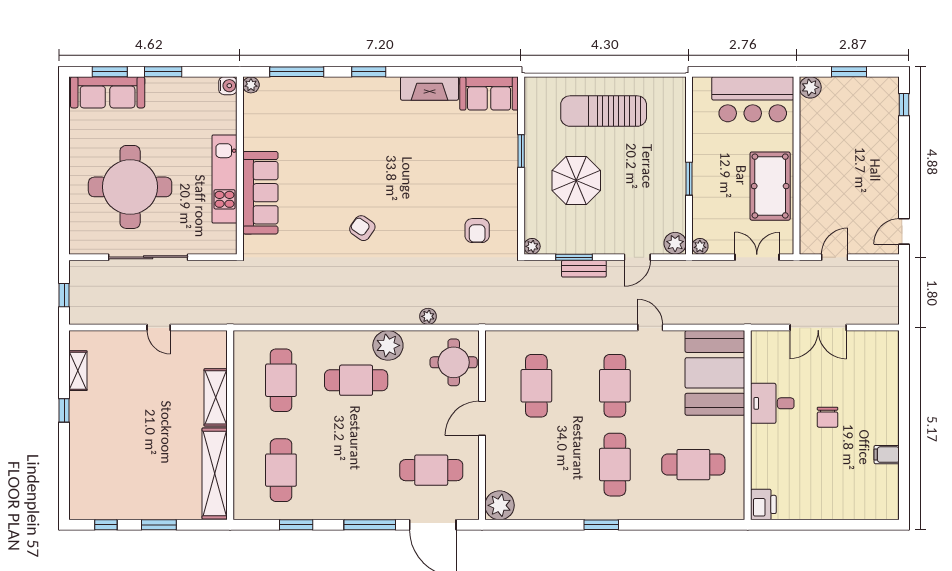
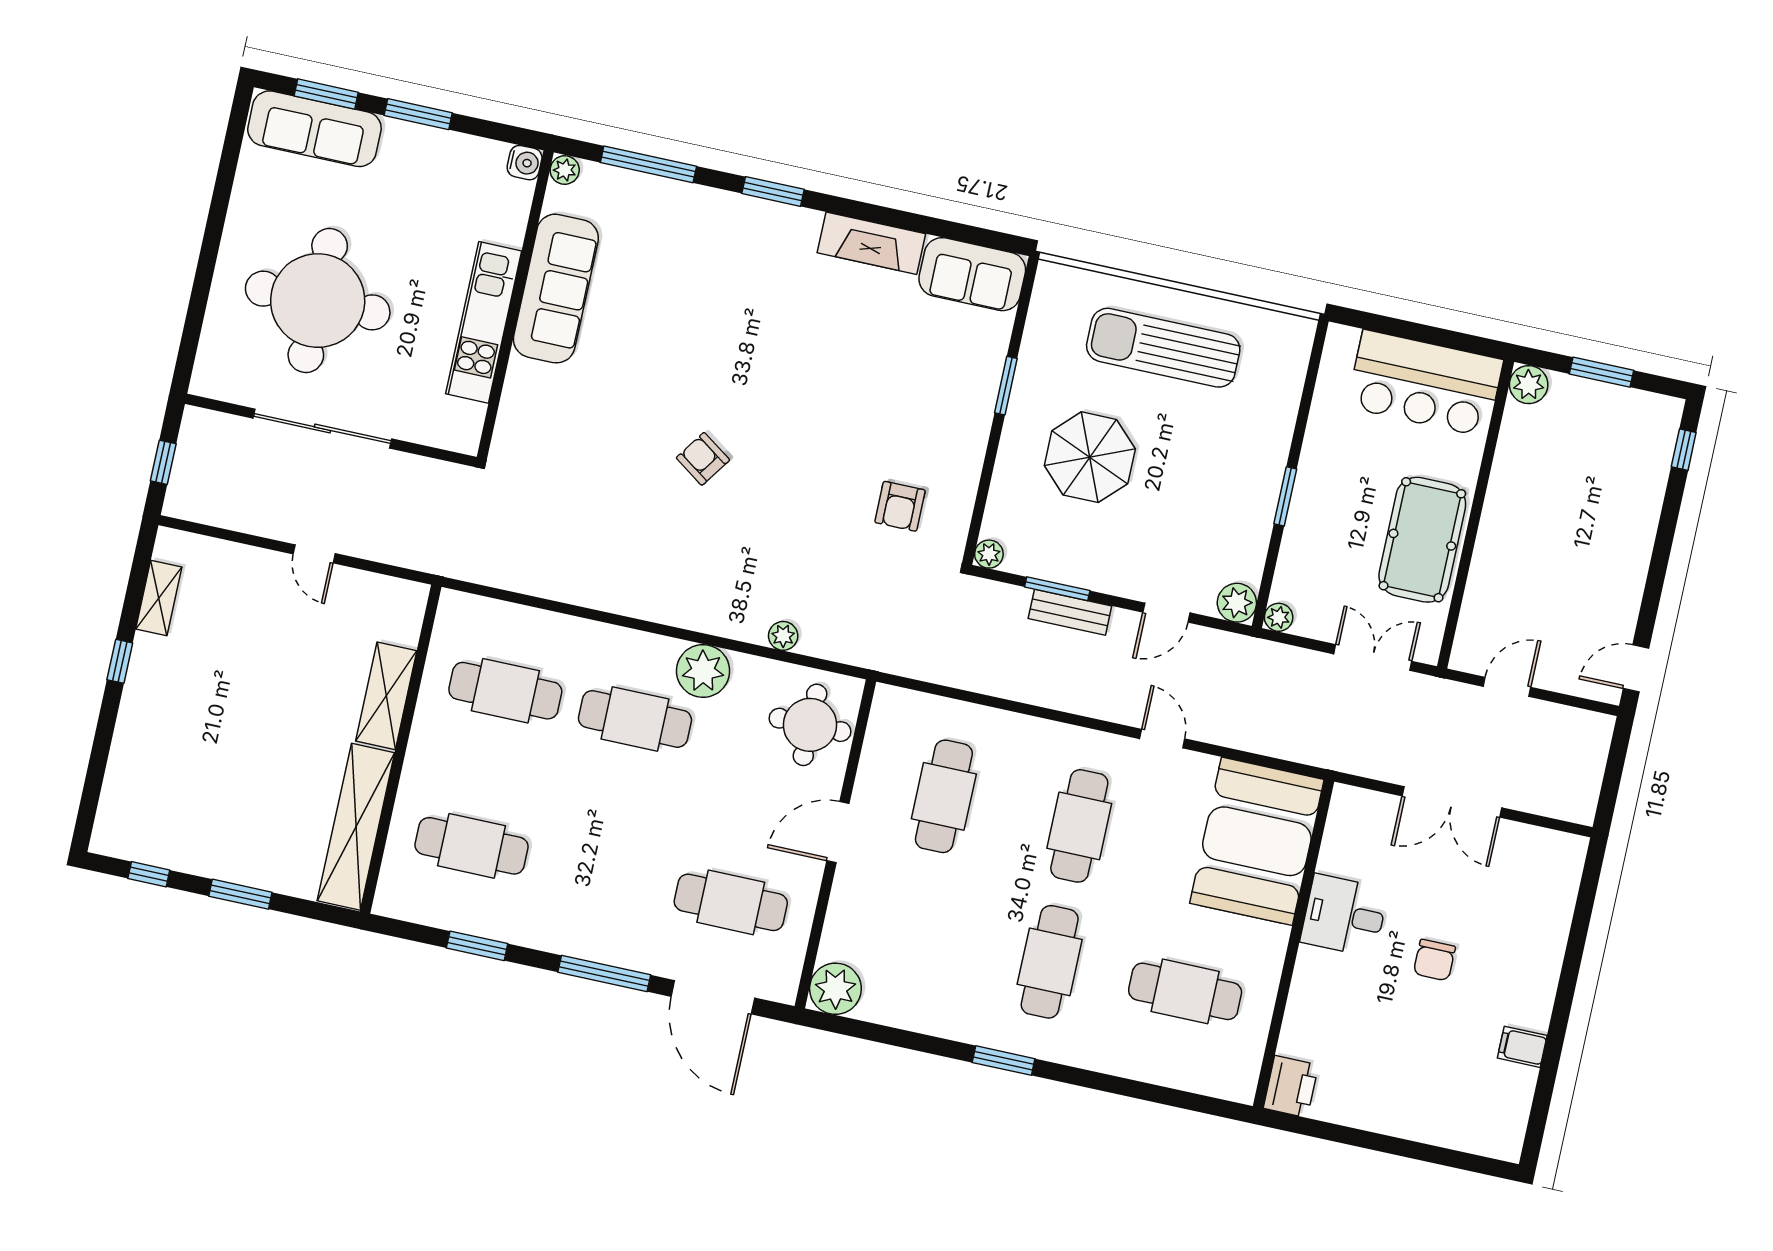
sofa: (260, 193) -> (556, 289), moved
cafe table: (281, 380) -> (505, 691), turned 90
cafe table: (281, 470) -> (472, 846), turned 90

